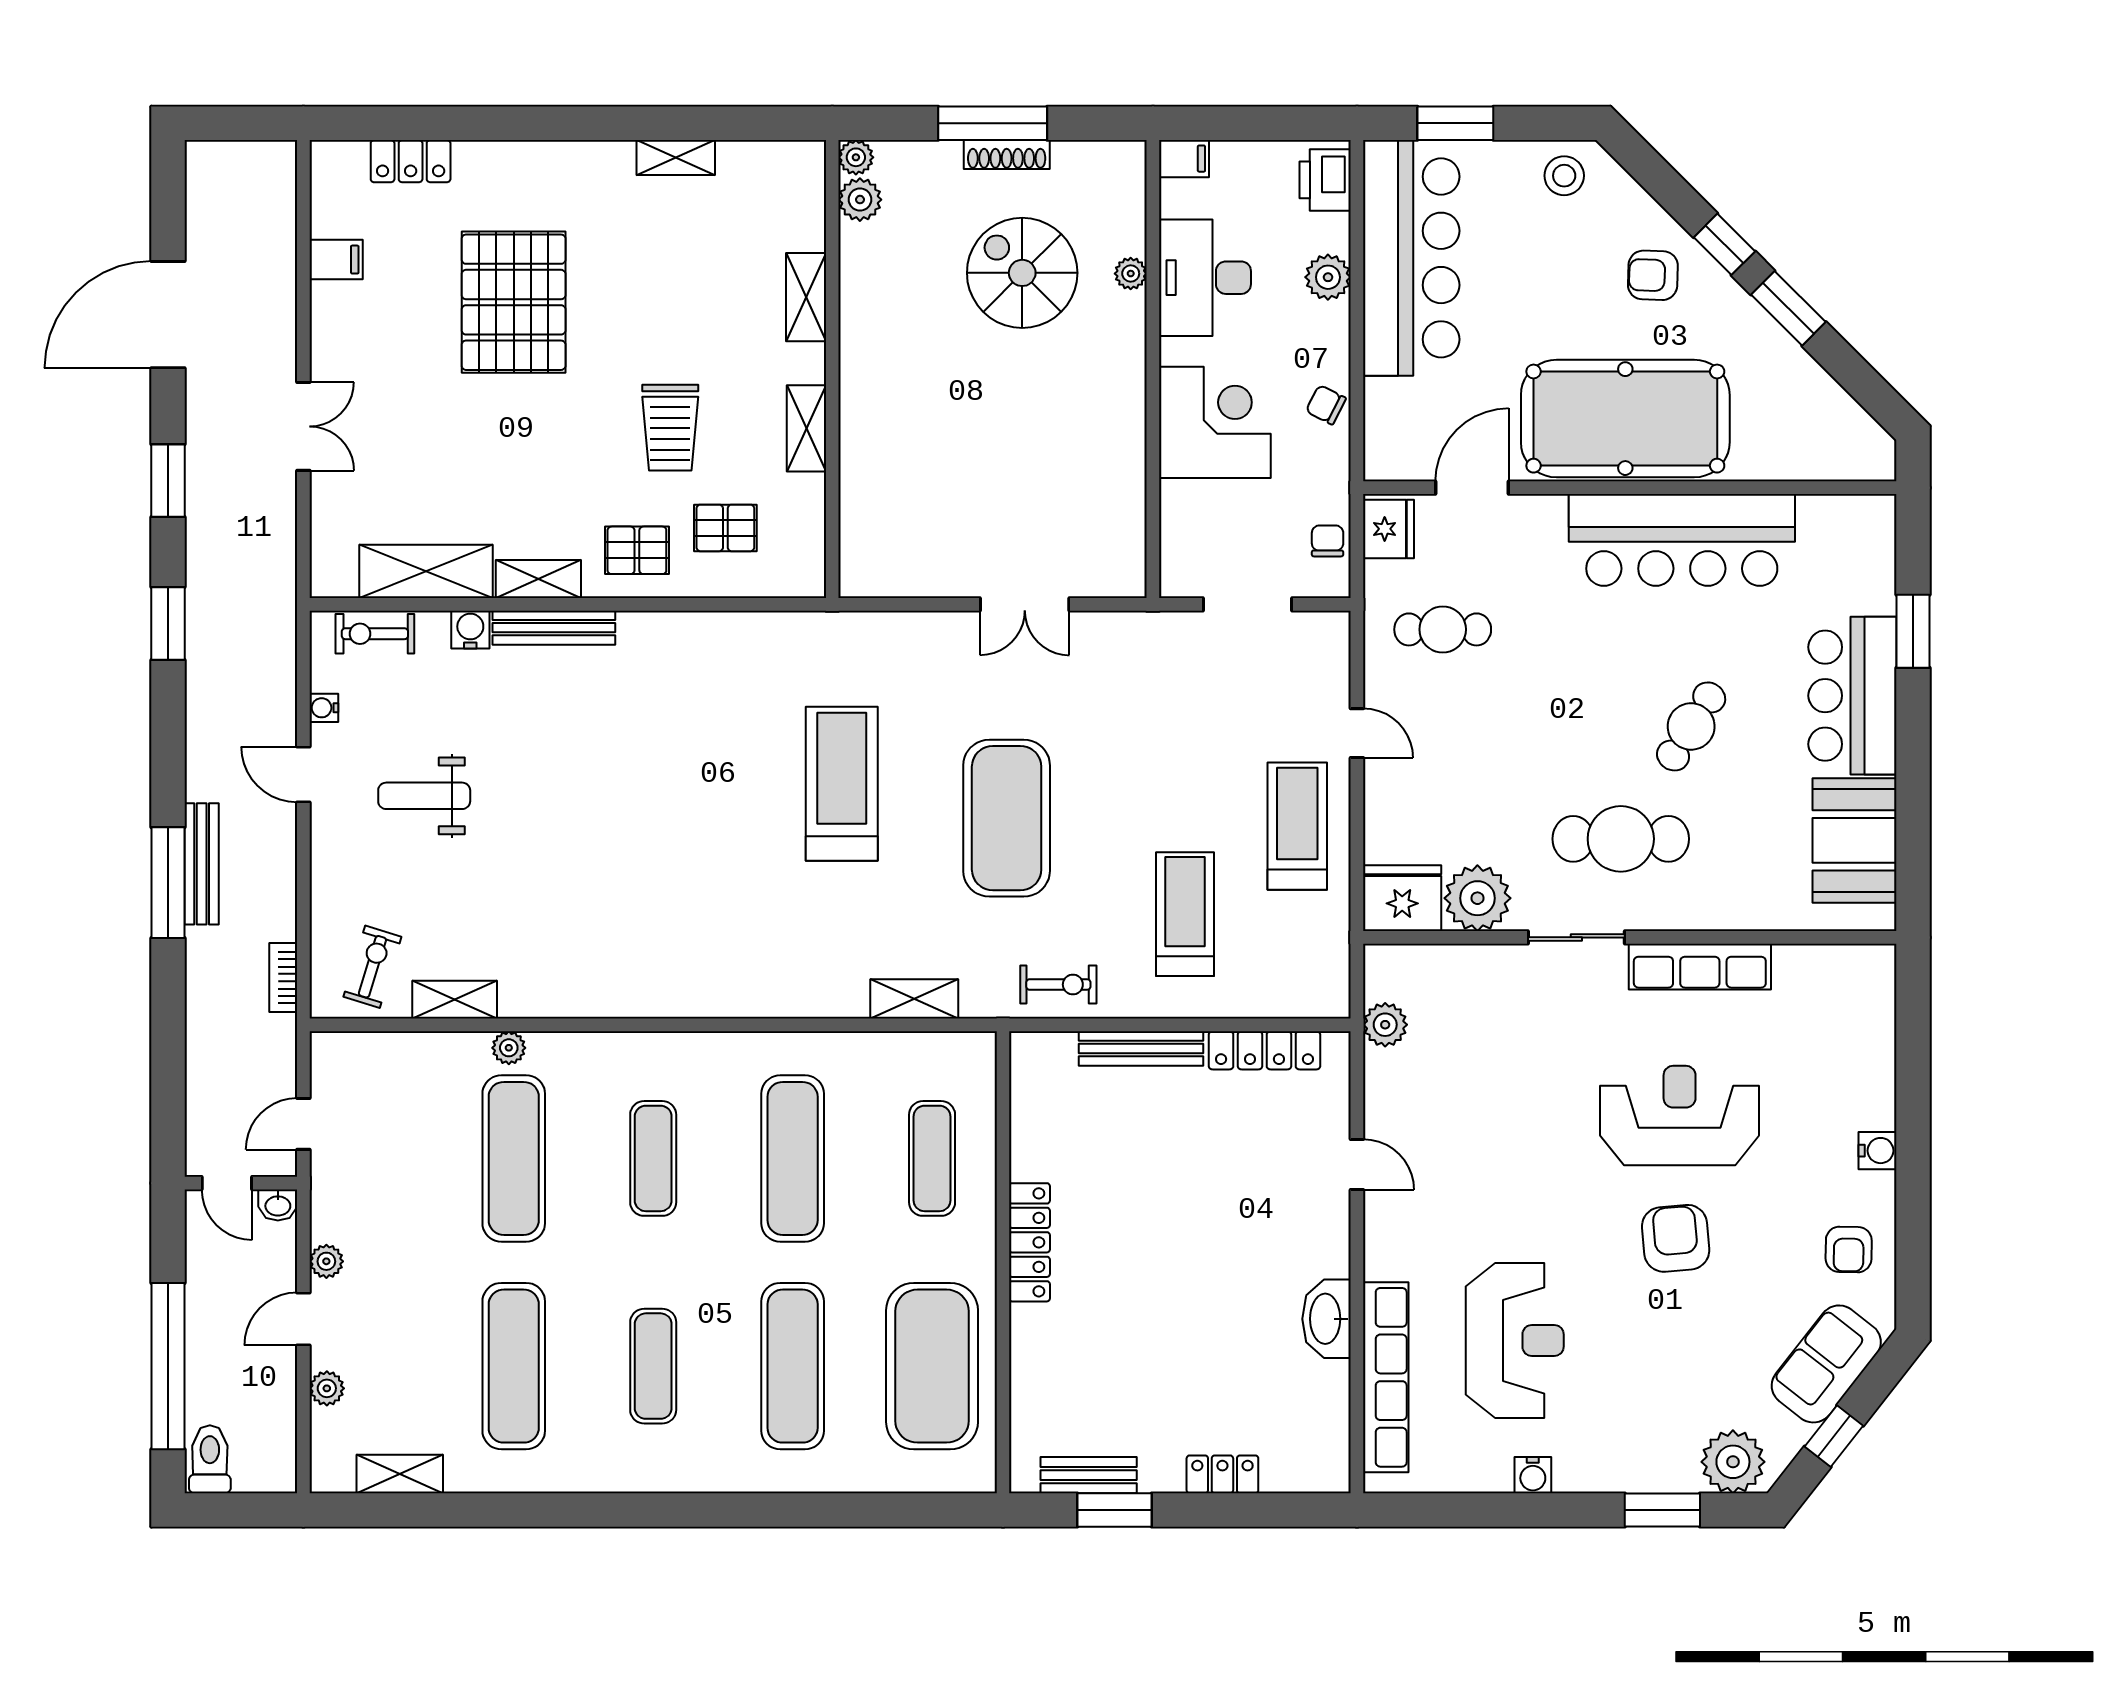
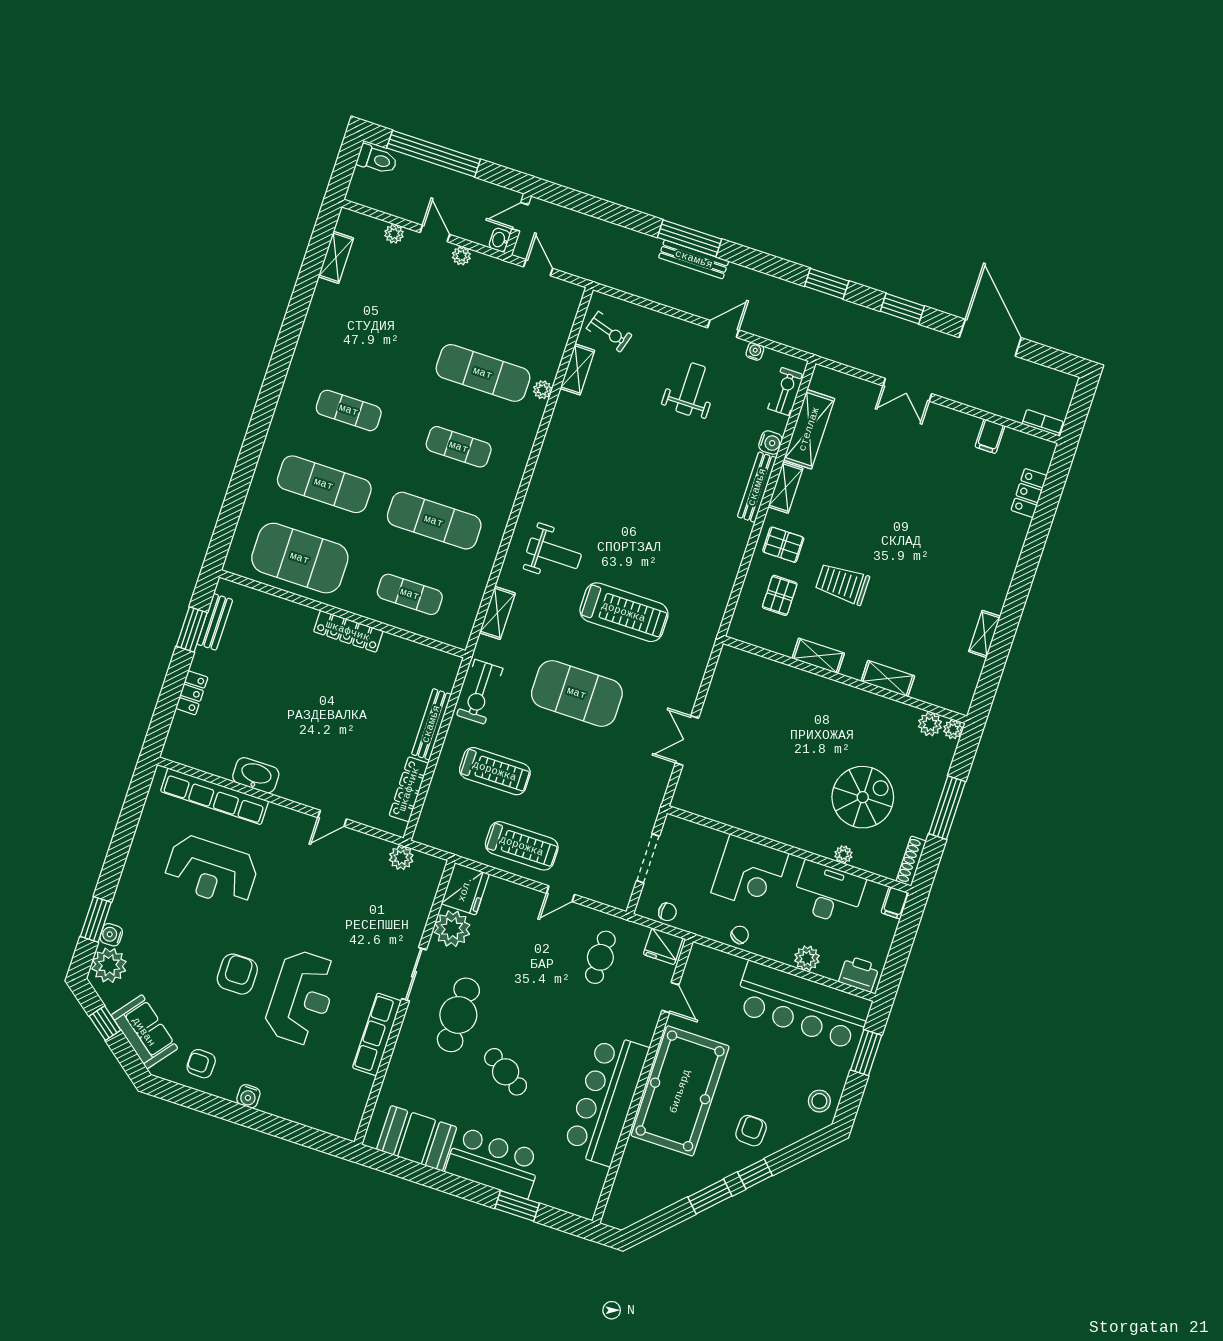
shoe rack: (1007, 155) -> (911, 861), moved
pallet: (514, 302) -> (936, 523), removed
door: (1472, 488) -> (670, 998), width x0.73
pallet: (637, 550) -> (783, 545), turned 90
weight bench: (781, 936) -> (554, 553), added
bookcase: (283, 978) -> (1043, 423), moved
exercise bike: (1058, 985) -> (480, 692), width x1.38, depth x1.39
armchair: (1676, 1238) -> (237, 974), turned -85
exercise mat: (514, 1366) -> (373, 337), removed
water cooler: (1533, 1475) -> (111, 935), moved

